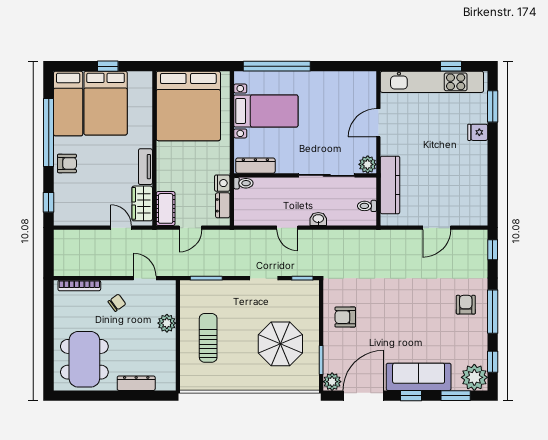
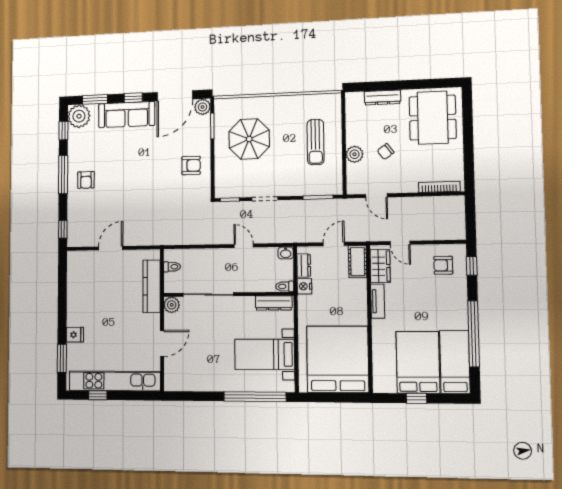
armchair: (67, 163) -> (443, 265), moved
washbasin: (318, 219) -> (286, 253), moved
chair: (117, 303) -> (386, 152), moved

